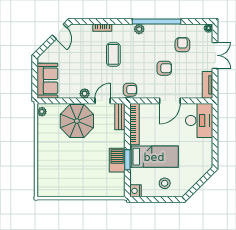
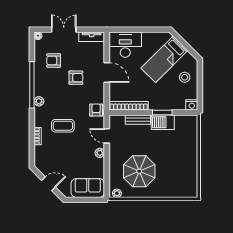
door: (60, 32) -> (49, 184), moved
armchair: (164, 68) -> (76, 78), turned 90
bench: (120, 117) -> (138, 120), moved
parasol: (77, 121) -> (139, 171), moved
bed: (154, 157) -> (164, 59), moved, turned -135

